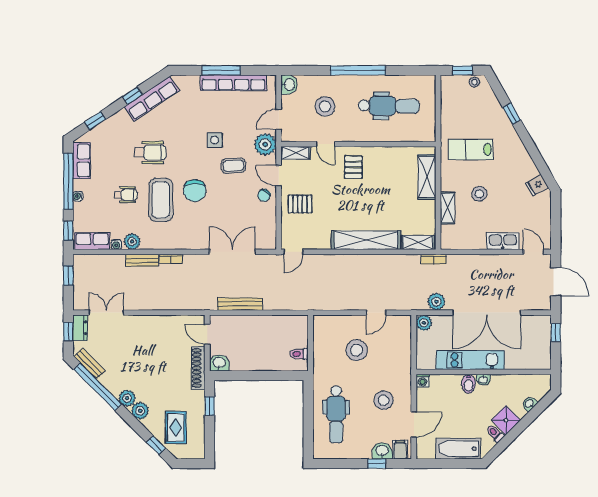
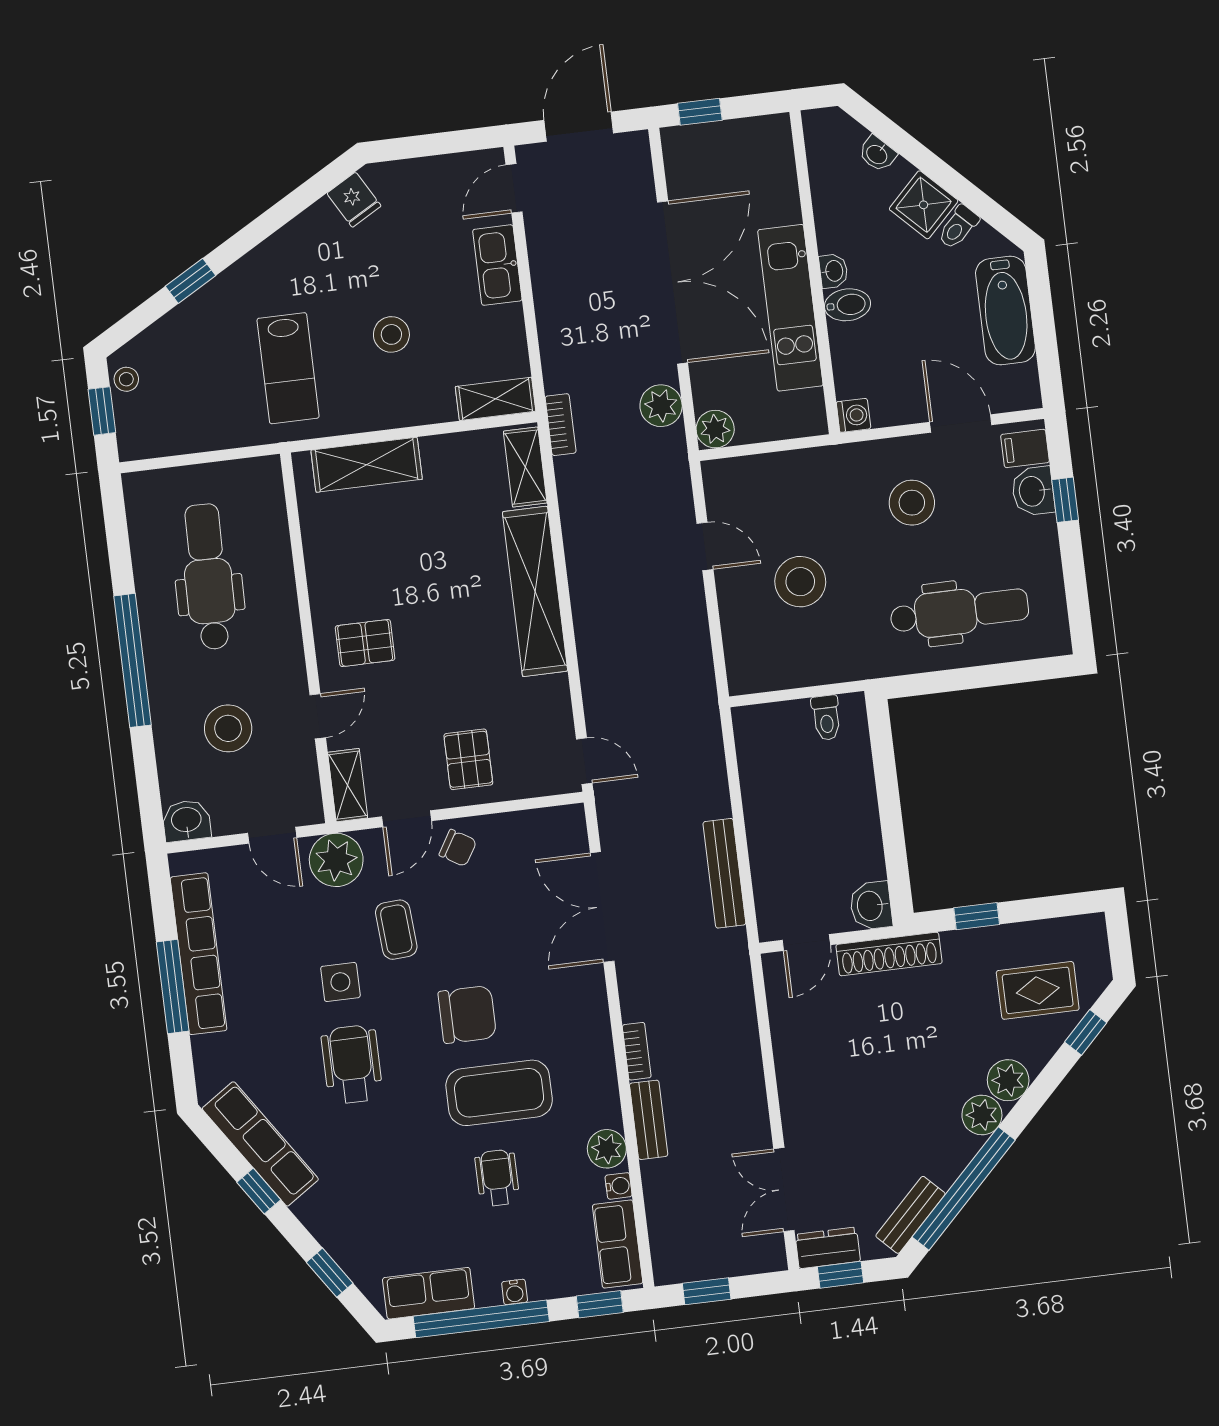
wheelchair: (150, 153) -> (352, 1064), moved
shelving: (448, 208) -> (496, 399), moved

